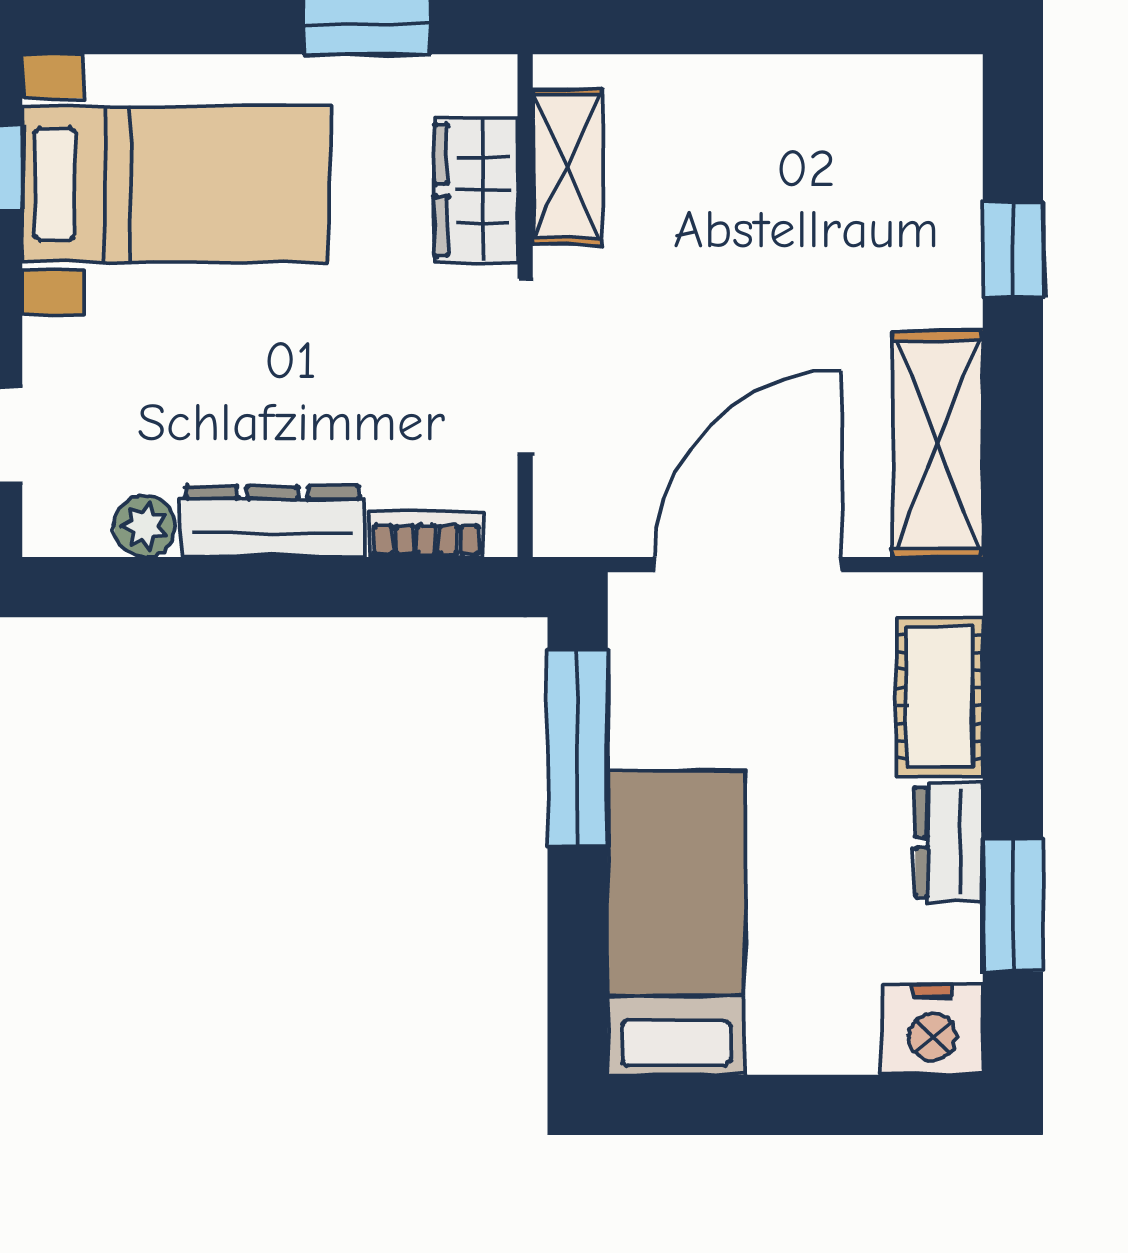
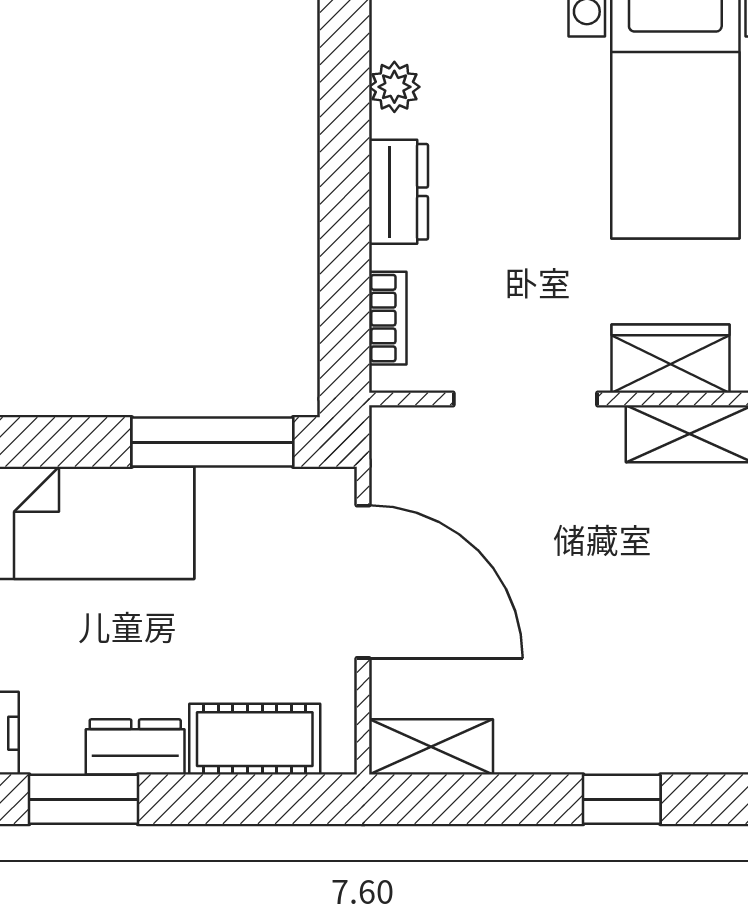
shelving: (938, 444) -> (431, 747), width x0.67, depth x0.75
dresser: (273, 521) -> (399, 192), width x0.70

